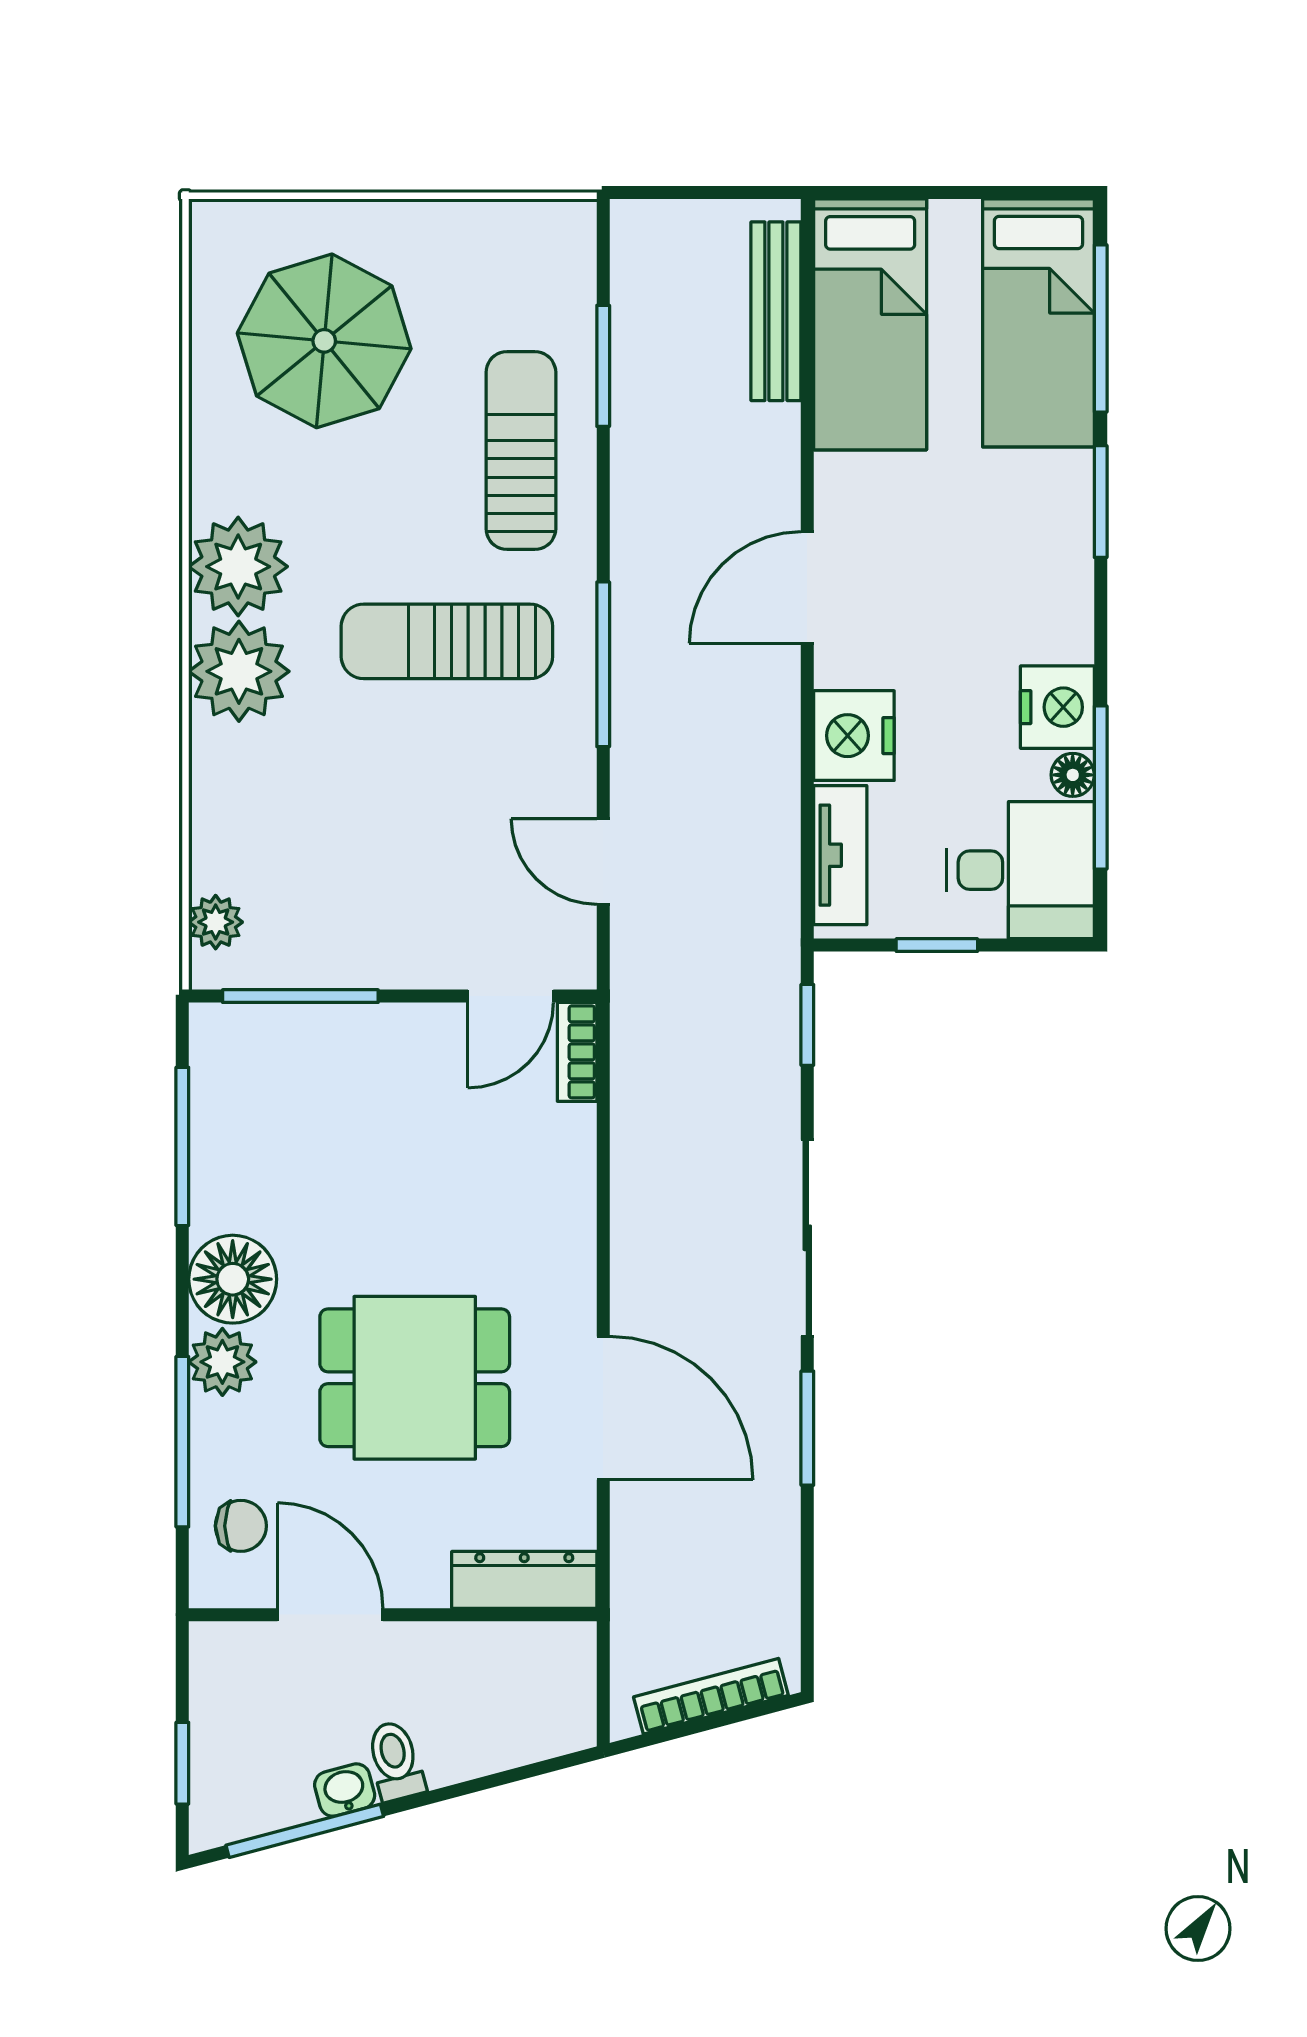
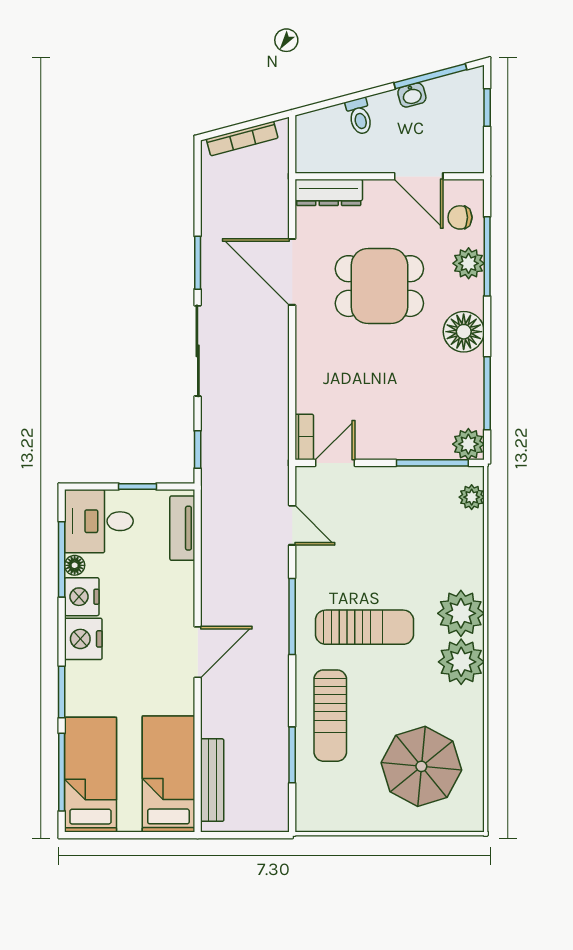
nightstand: (854, 736) -> (83, 639), moved, turned 180
plant: (223, 1036) -> (468, 444), added
plant: (222, 1362) -> (469, 263), moved
toilet: (395, 1761) -> (359, 116), moved

